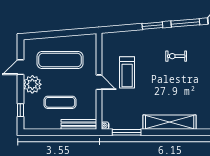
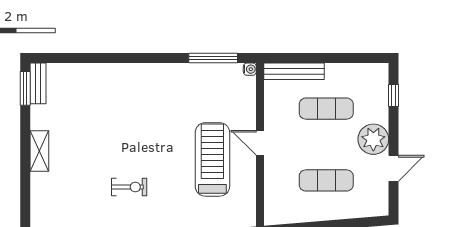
exercise mat: (60, 60) -> (326, 180), width x0.73, depth x0.69
treadmill: (127, 72) -> (212, 159), width x1.37, depth x1.38
shelving: (170, 122) -> (140, 75), removed

